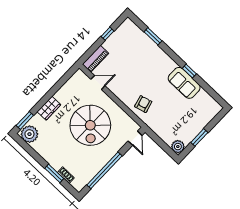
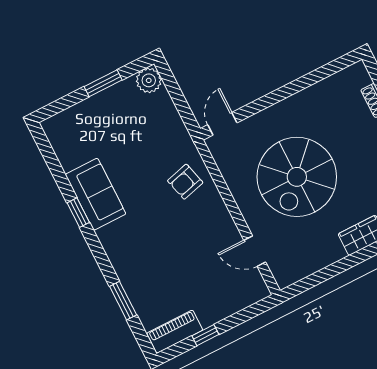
piano: (96, 59) -> (175, 332), moved
spiral stairs: (90, 125) -> (297, 177), turned 180
window: (104, 170) -> (300, 84), removed

